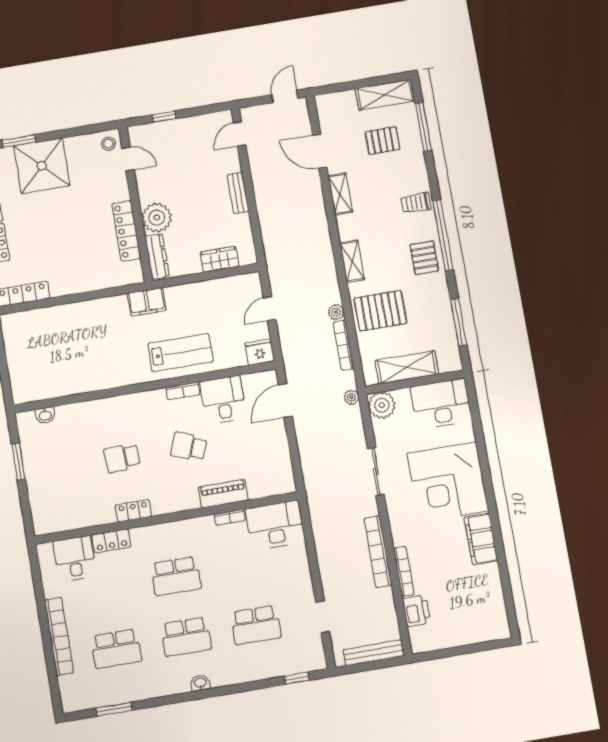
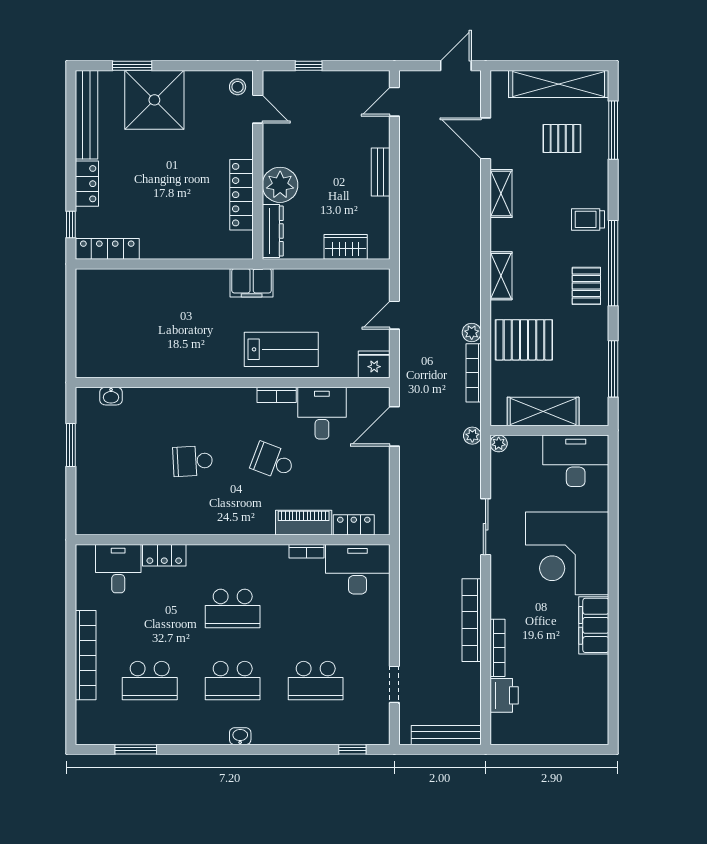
shelving: (385, 95) -> (559, 84), width x1.47
plant: (382, 405) -> (499, 443), width x0.53, depth x0.53
locker: (133, 511) -> (354, 525), moved

